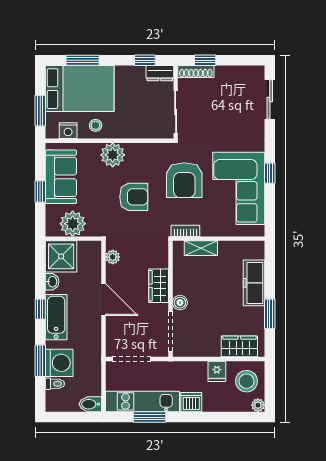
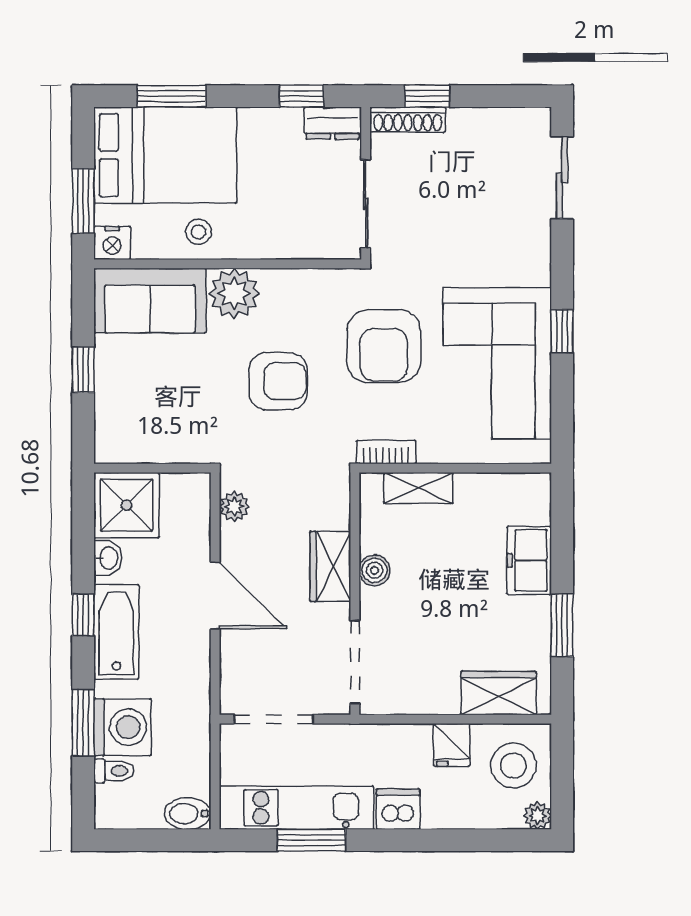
nightstand: (68, 131) -> (112, 243), moved
sofa: (61, 177) -> (150, 301), moved, turned 90
plant: (73, 224) -> (151, 437), removed
freezer: (254, 283) -> (529, 560), width x0.71
boiler: (180, 303) -> (375, 570), moved

